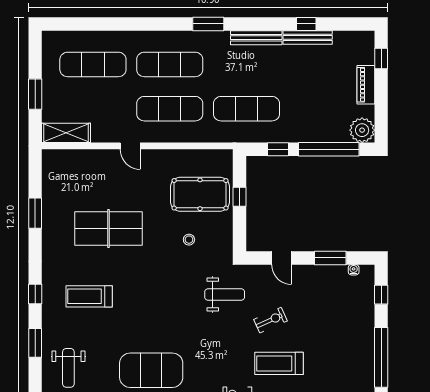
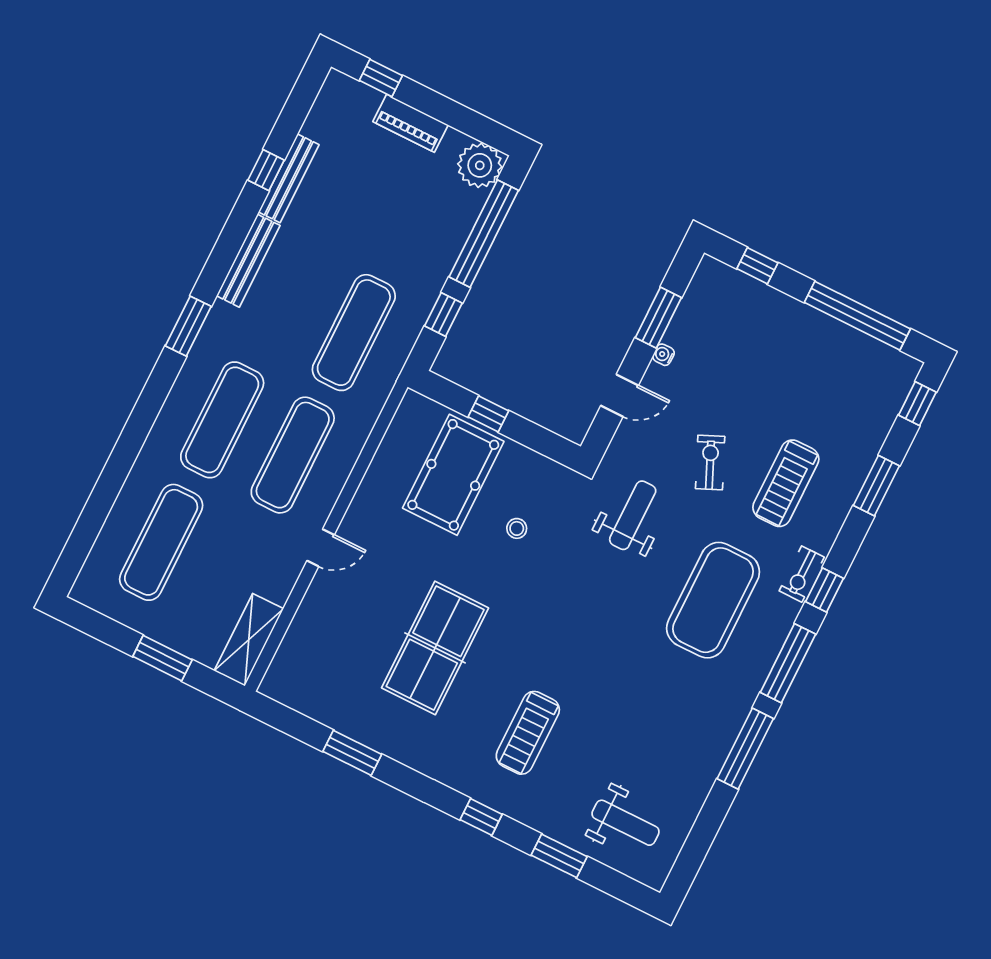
water cooler: (354, 270) -> (663, 355), moved
exercise mat: (151, 370) -> (713, 600), moved

